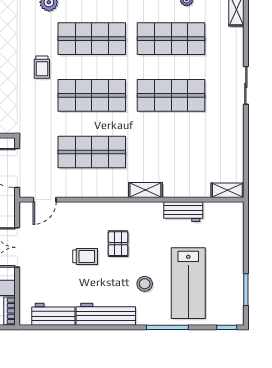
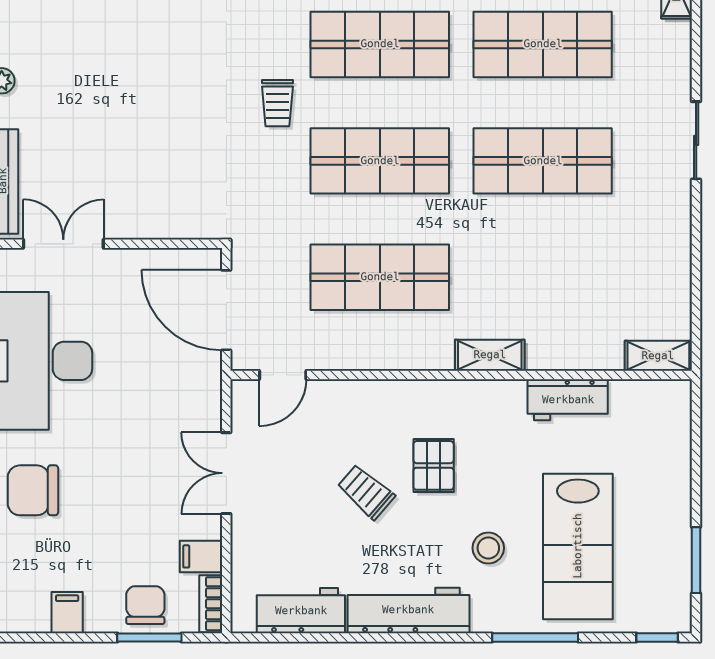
trolley: (85, 256) -> (366, 492), turned -139

